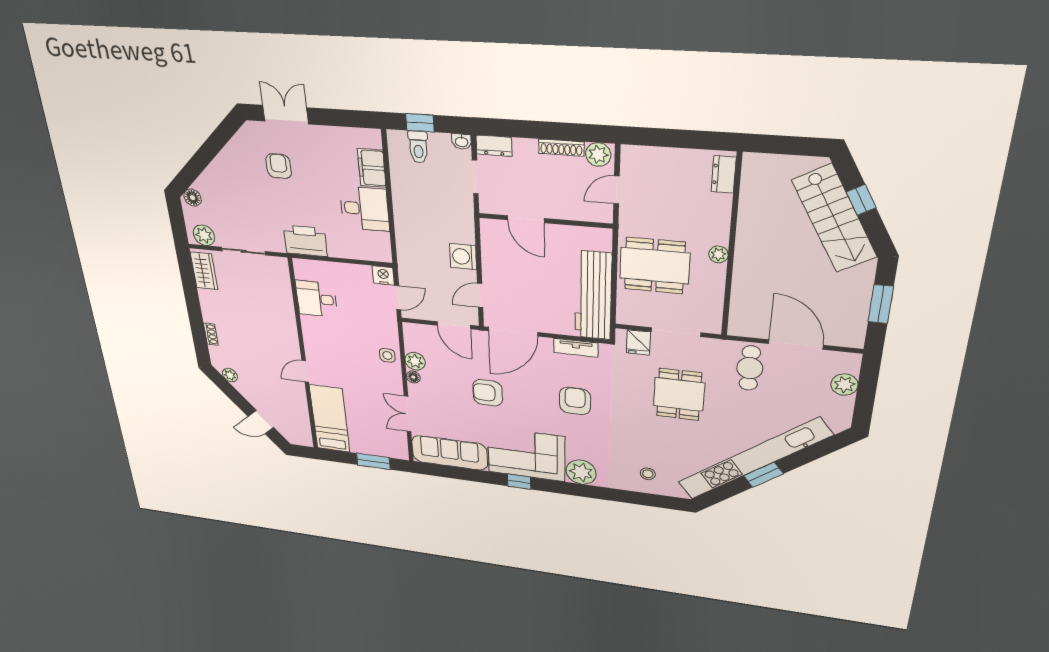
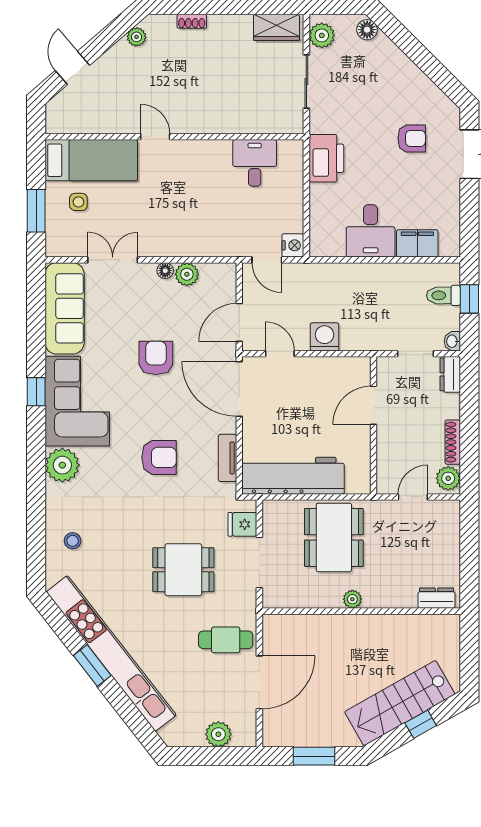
door: (617, 190) -> (413, 497), hinge flipped
side table: (387, 355) -> (78, 202), moved

